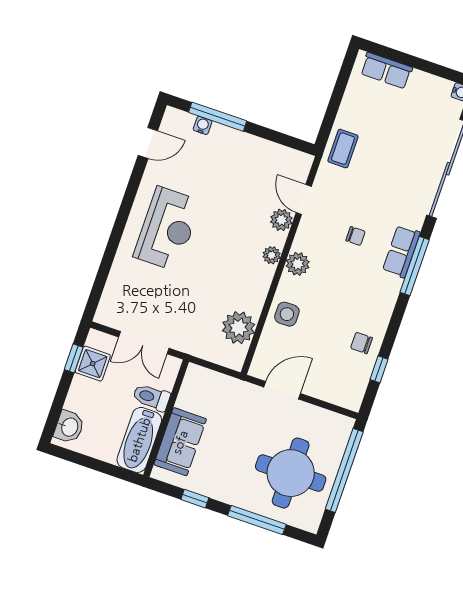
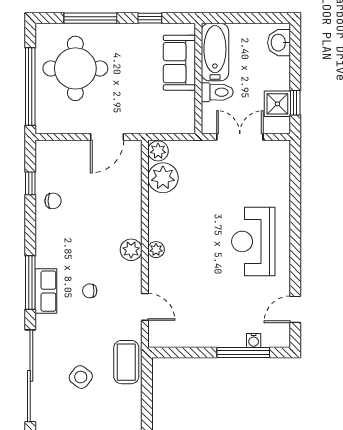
coffee table: (343, 149) -> (126, 362), width x1.36, depth x1.30
plant: (281, 220) -> (158, 151), moved
side table: (287, 314) -> (81, 377), moved, turned 37

